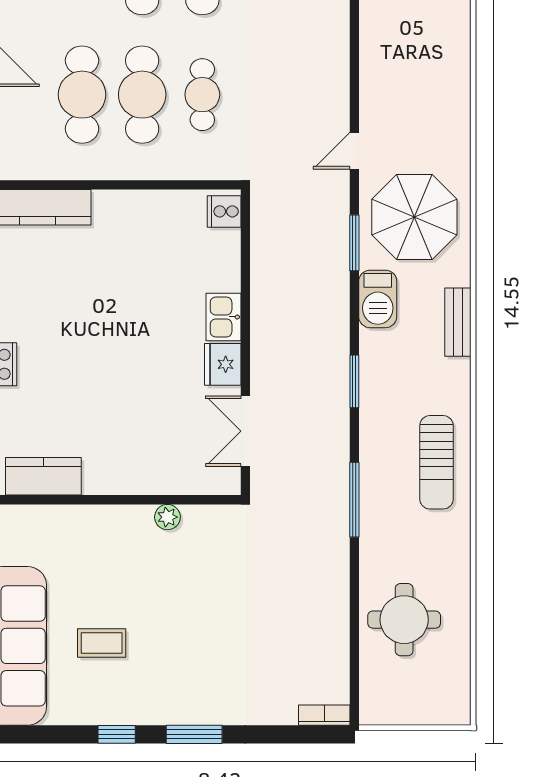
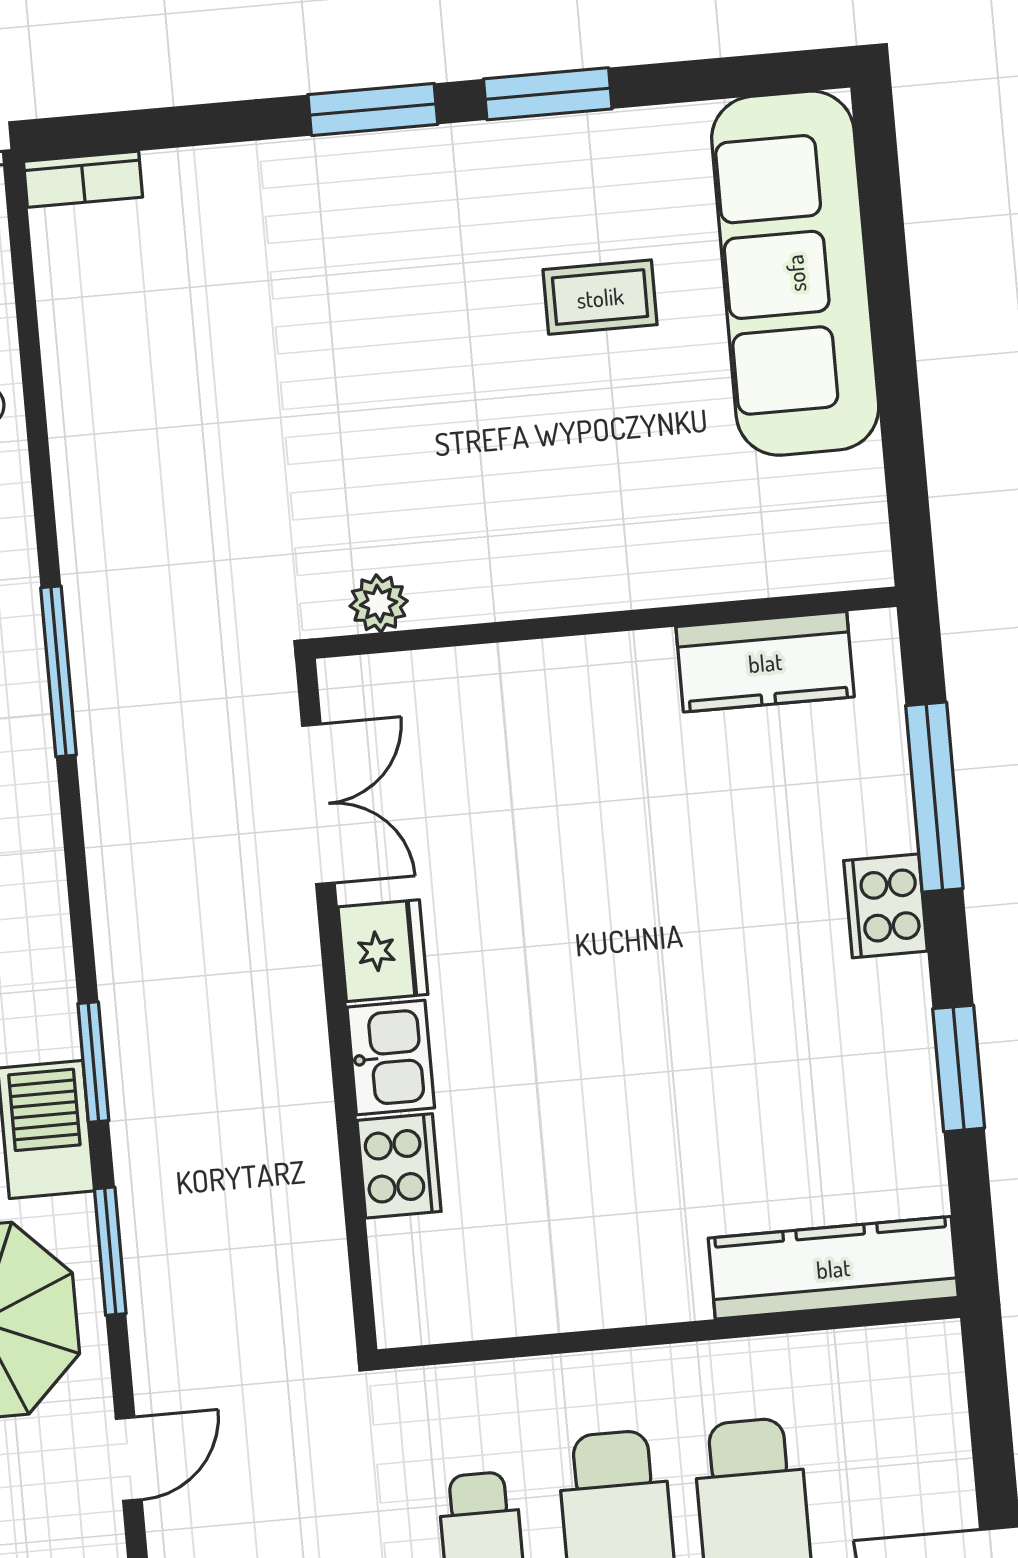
cooker: (224, 211) -> (399, 1166), moved, width x1.36
window: (354, 381) -> (93, 1062), moved
plant: (167, 517) -> (379, 603), moved
window: (117, 734) -> (548, 94), width x1.50

